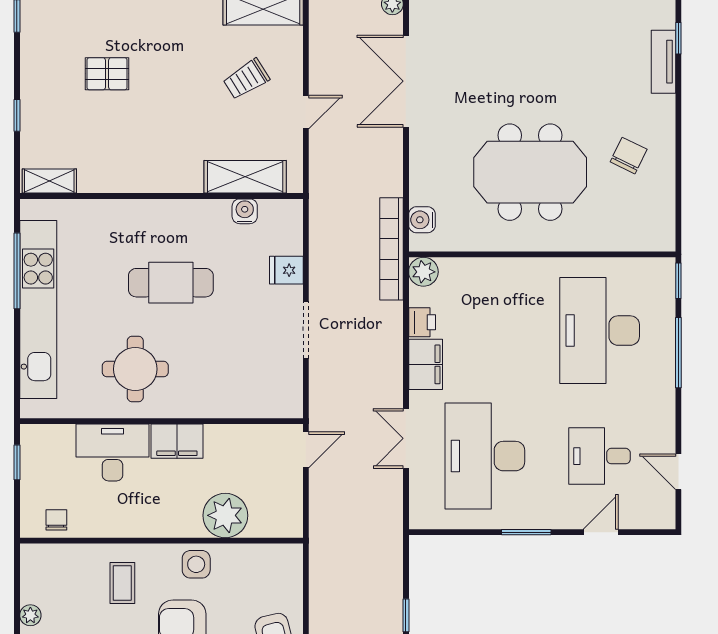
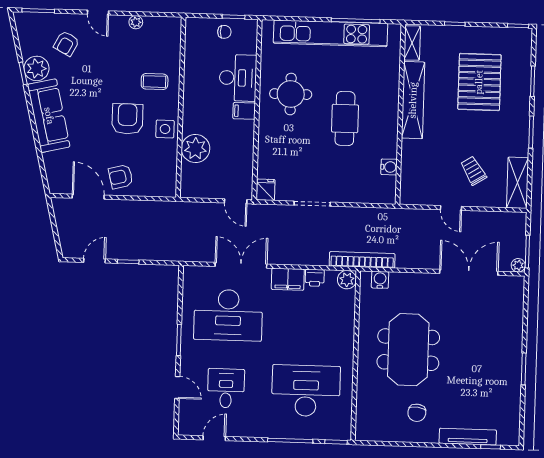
tv unit: (663, 62) -> (468, 437), width x1.41
pallet: (107, 74) -> (479, 82), width x2.05, depth x2.00
chair: (629, 156) -> (417, 413), turned 71
shelving: (245, 177) -> (413, 100), moved, width x1.47
fridge: (286, 270) -> (266, 190), moved
double door: (406, 438) -> (241, 265), width x1.37
filing cabinet: (177, 441) -> (244, 111), width x0.50
desk: (485, 456) -> (228, 315), turned 180
chair: (56, 520) -> (224, 32), moved

